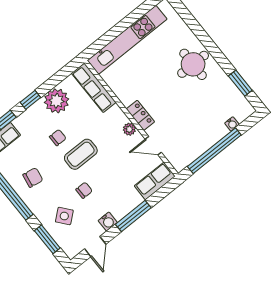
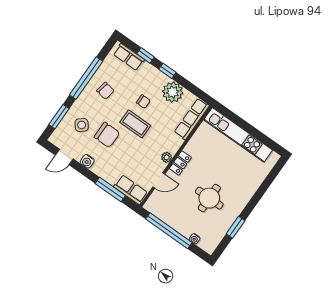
round table: (193, 64) -> (209, 198), moved
window: (240, 83) -> (236, 227), moved
door: (153, 146) -> (159, 180), swing flipped
chair: (84, 190) -> (107, 135), width x1.87, depth x1.87
window: (133, 216) -> (110, 189), moved

